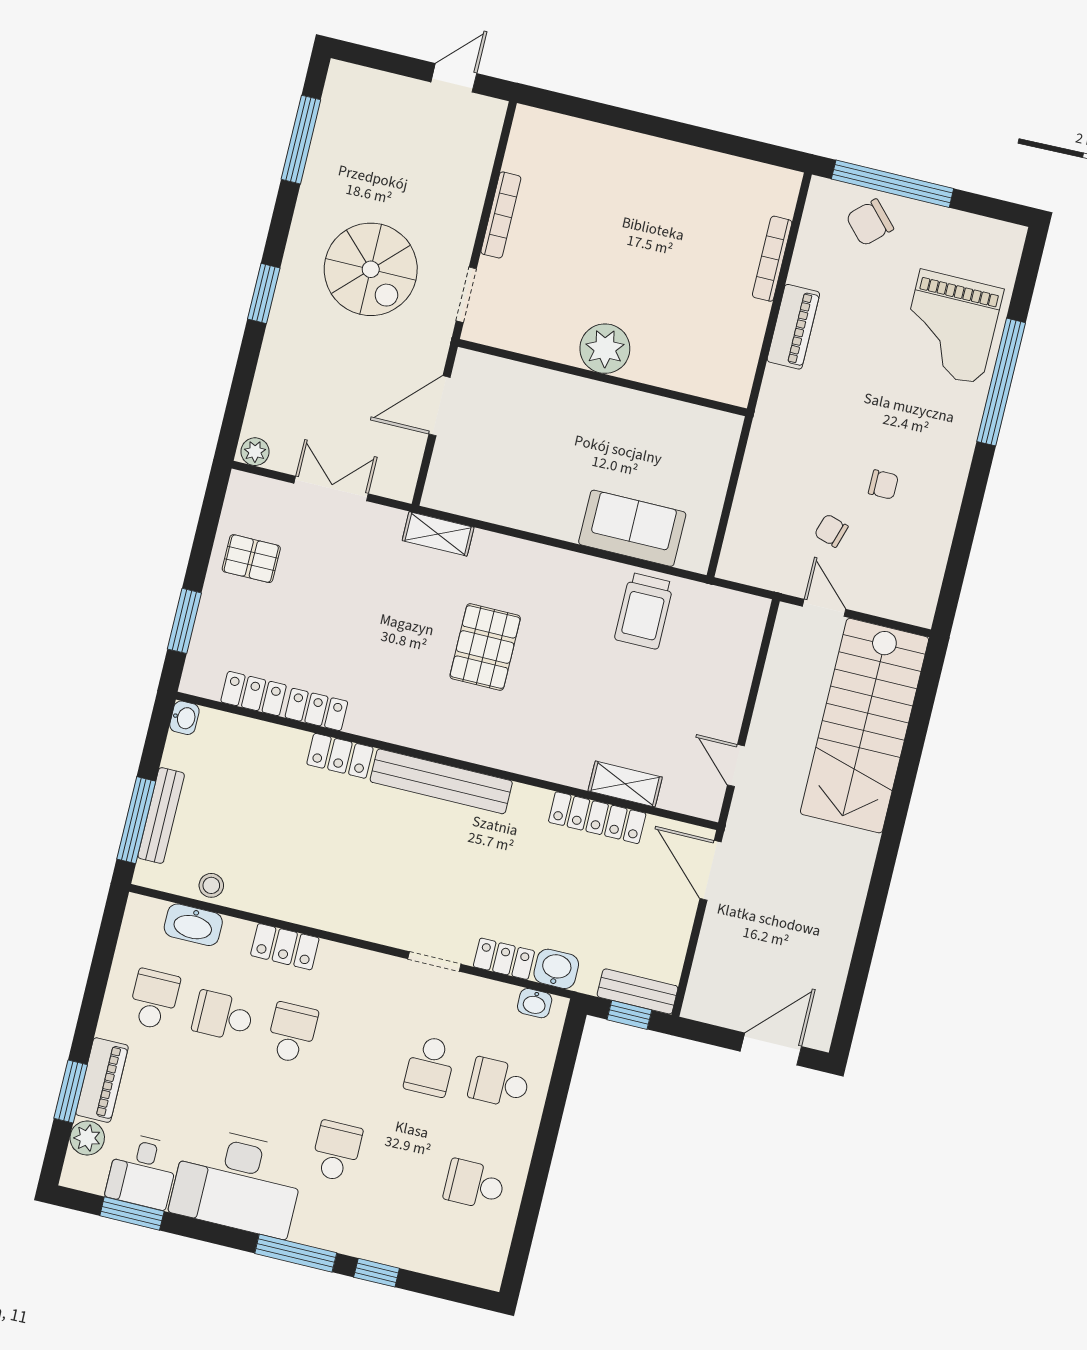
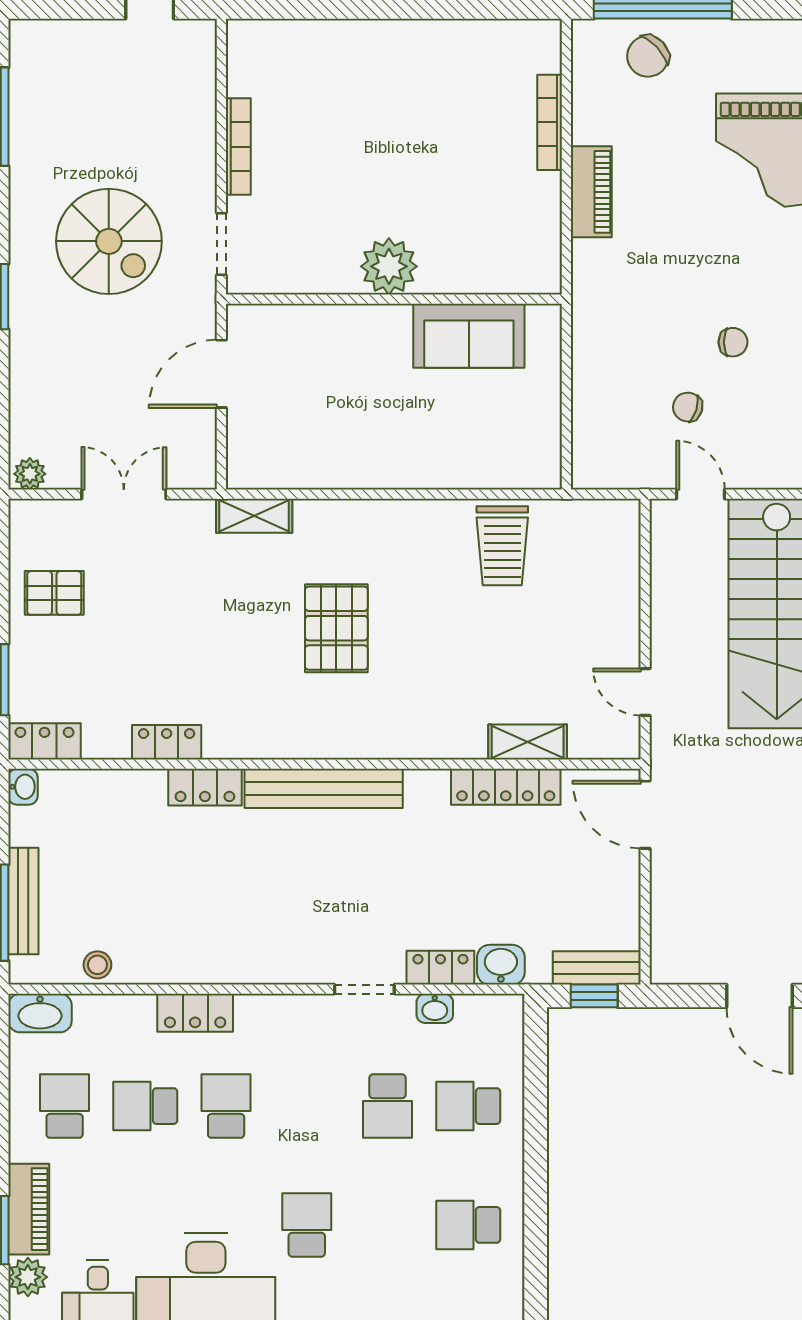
sofa: (632, 528) -> (469, 336), moved, turned 180
locker: (254, 694) -> (45, 741), moved
washbasin: (193, 925) -> (40, 1013), moved
washbasin: (535, 1003) -> (435, 1008), moved
door: (771, 1049) -> (759, 996), swing flipped

